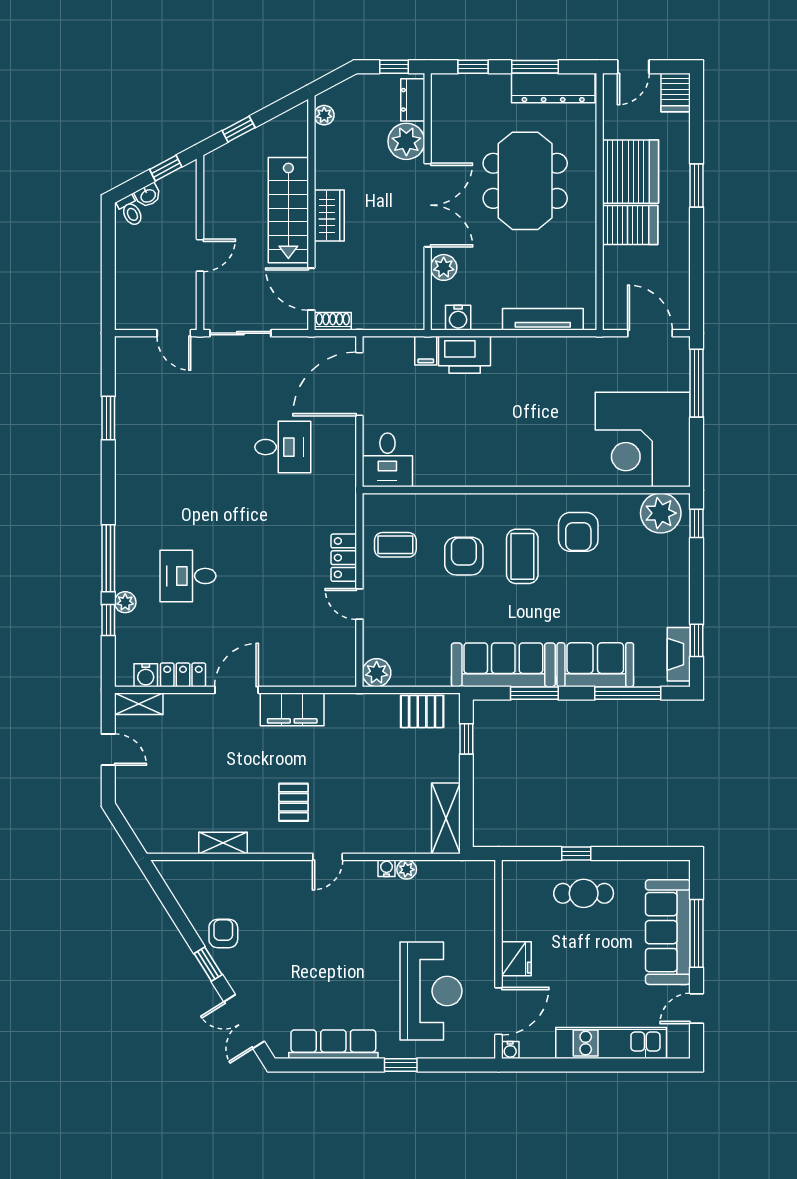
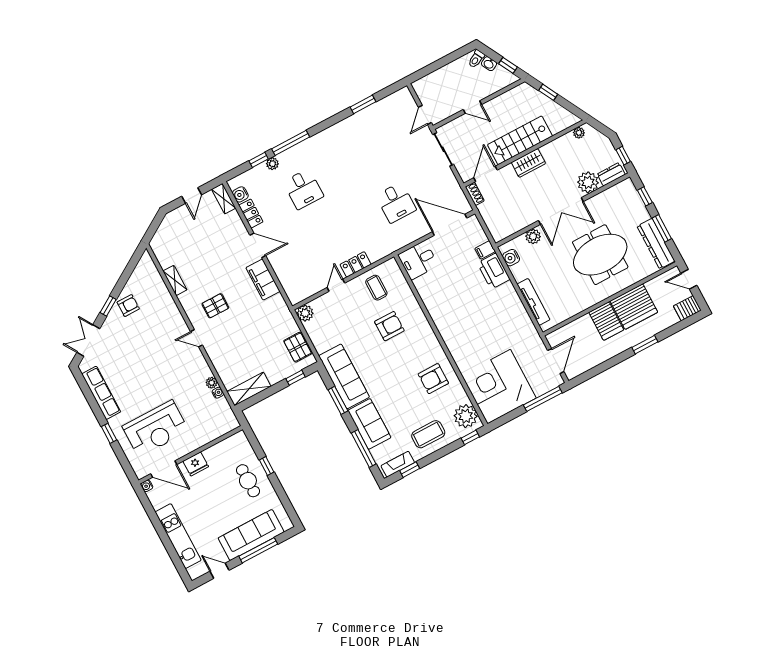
coffee table: (522, 556) -> (428, 434), moved
desk: (188, 576) -> (303, 189), turned 180
water cooler: (387, 868) -> (218, 393), moved

